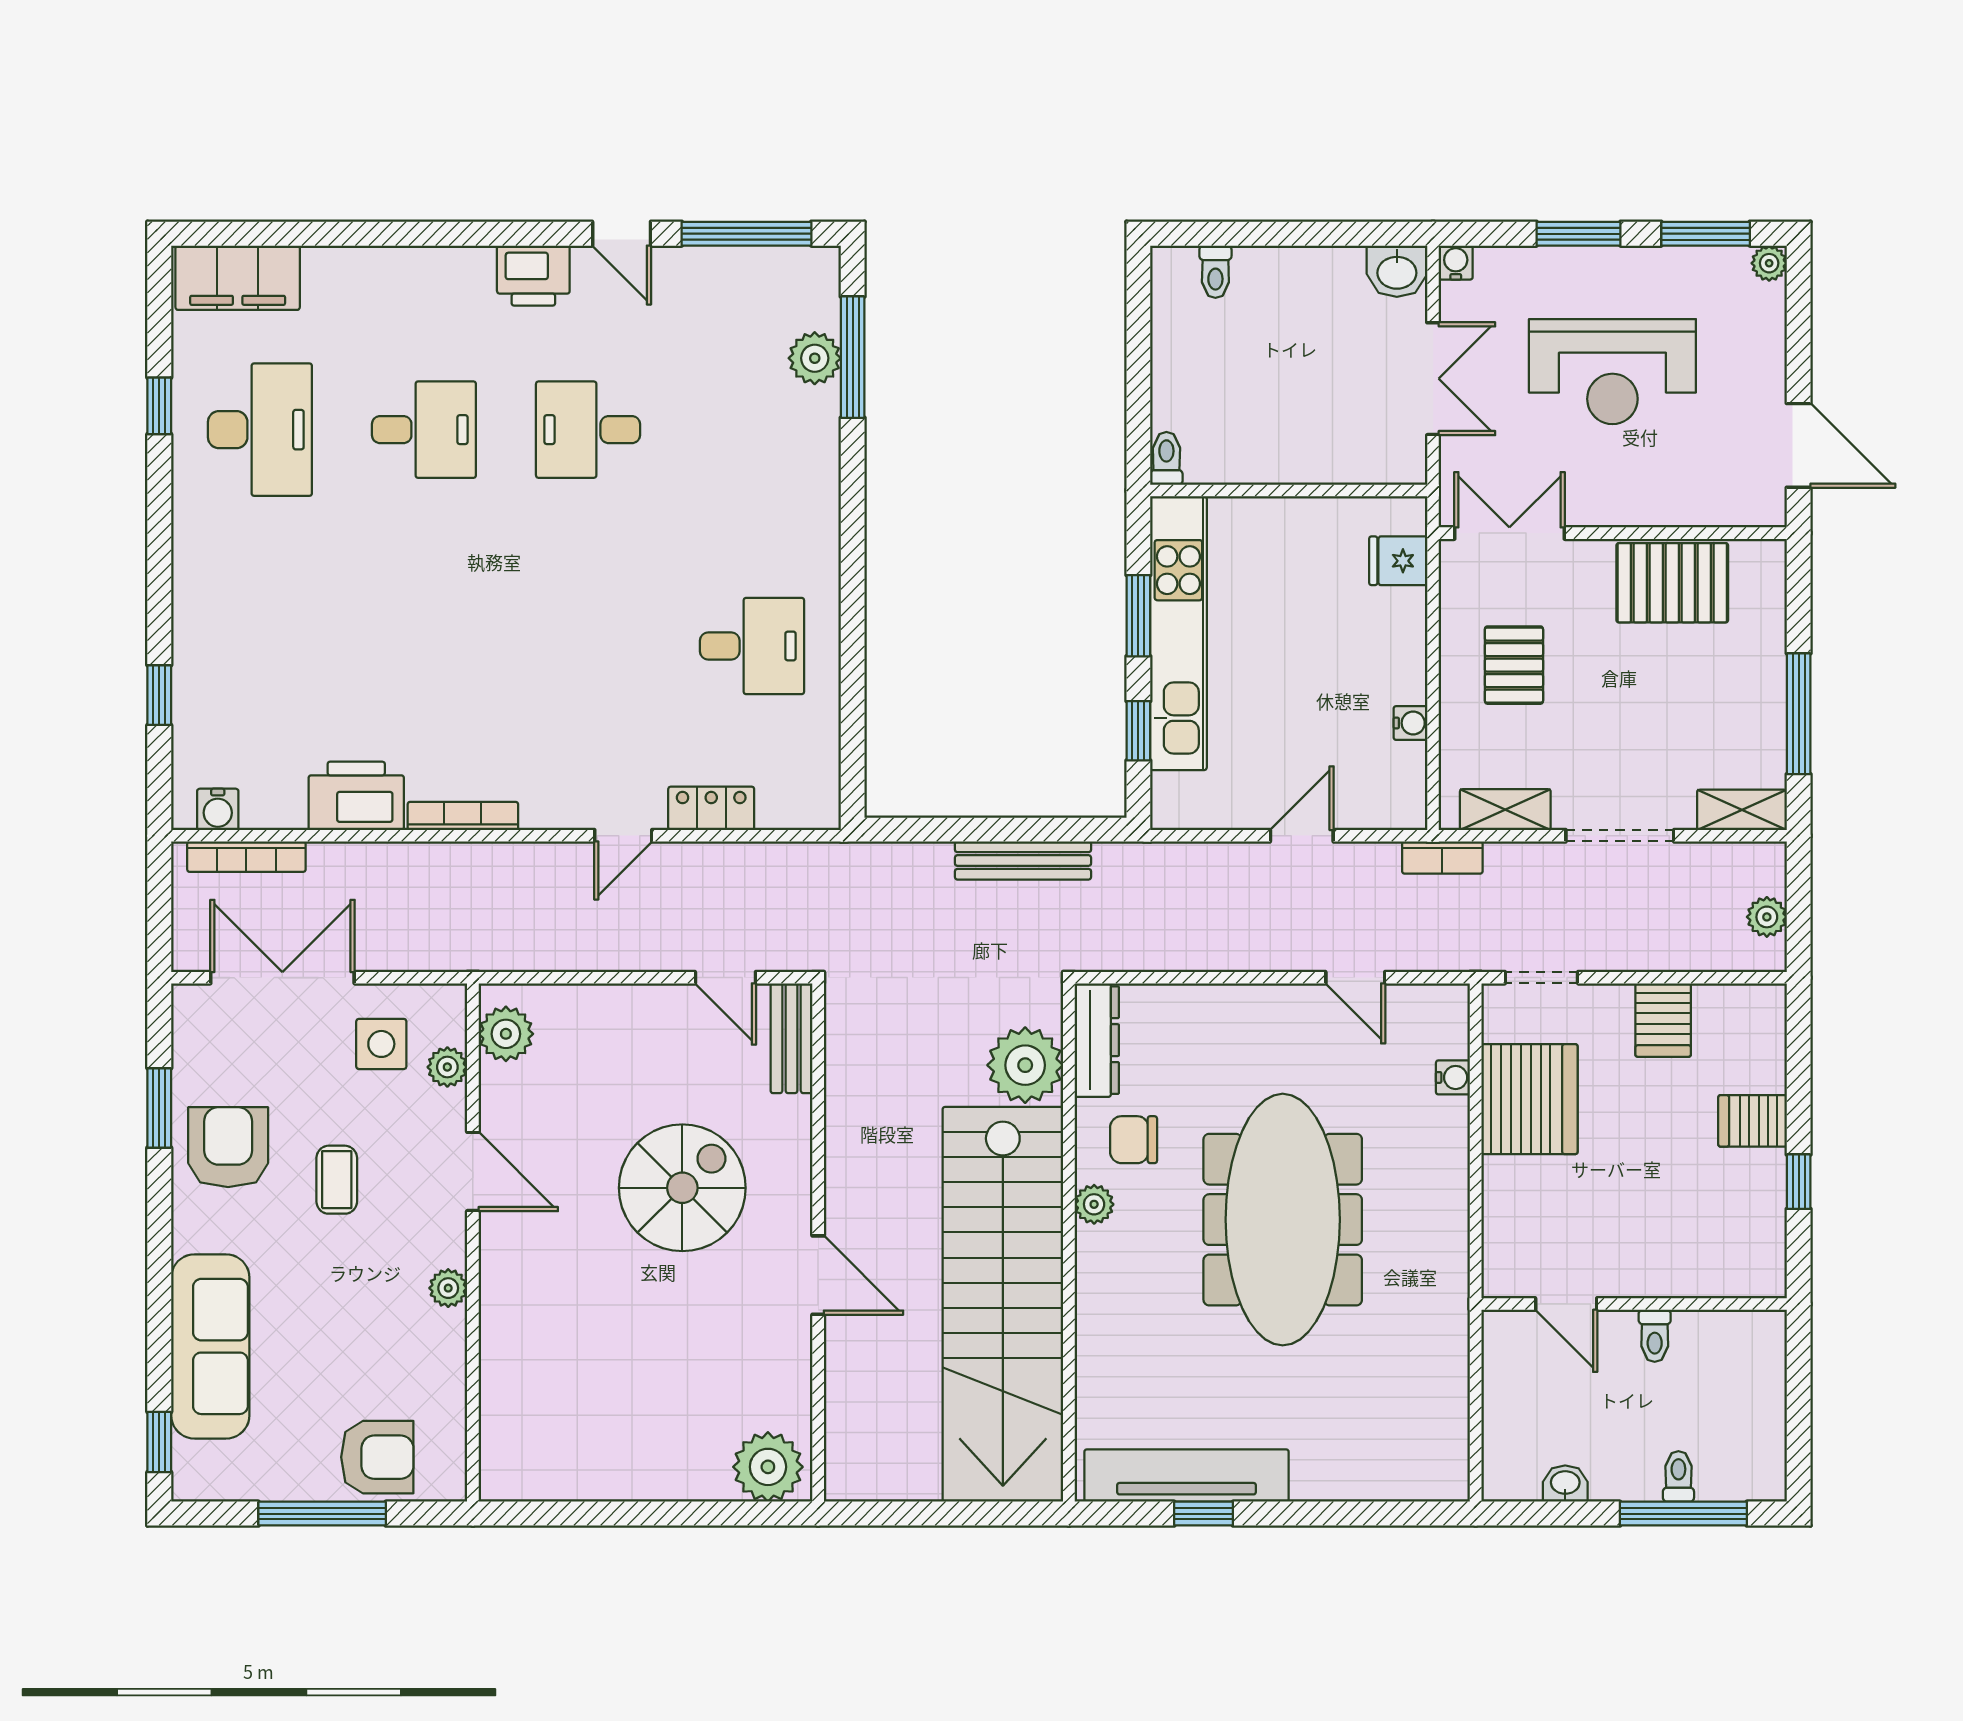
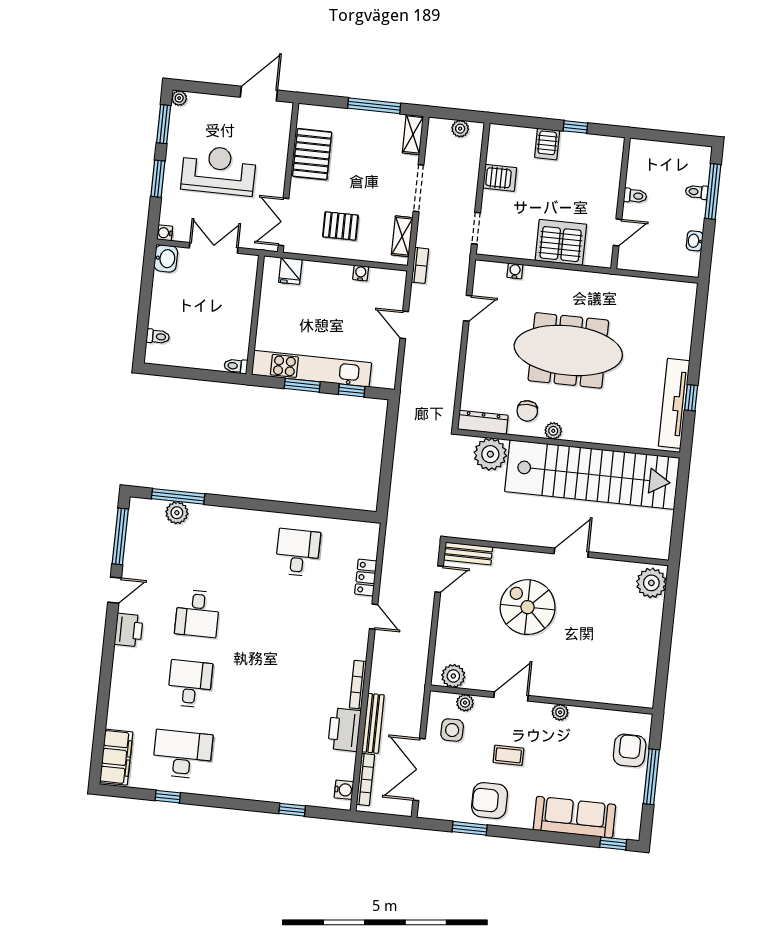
reception desk: (1612, 372) -> (219, 170), turned -90
bench: (1023, 861) -> (373, 723), moved
server rack: (1529, 1099) -> (561, 242), moved

